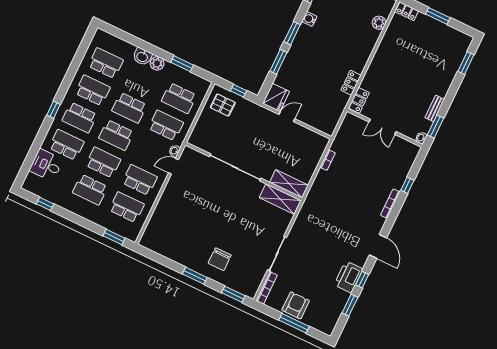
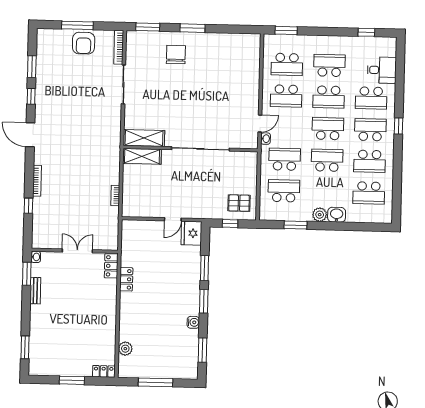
school desk: (166, 125) -> (285, 159), turned 180
printer: (348, 277) -> (45, 93), removed

